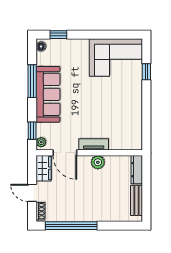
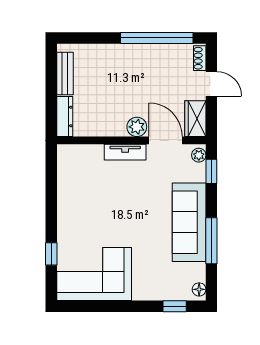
plant: (98, 162) -> (137, 127), moved

